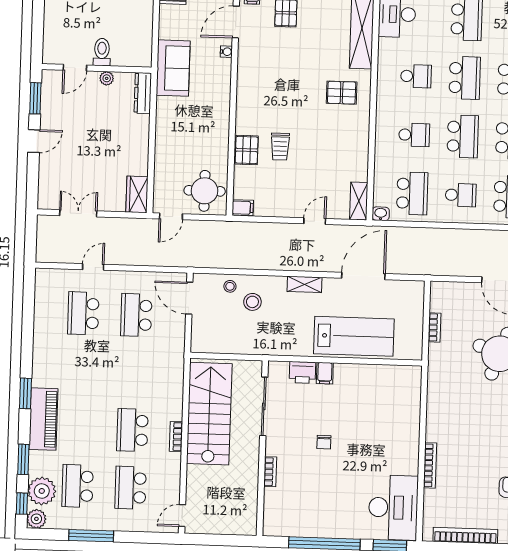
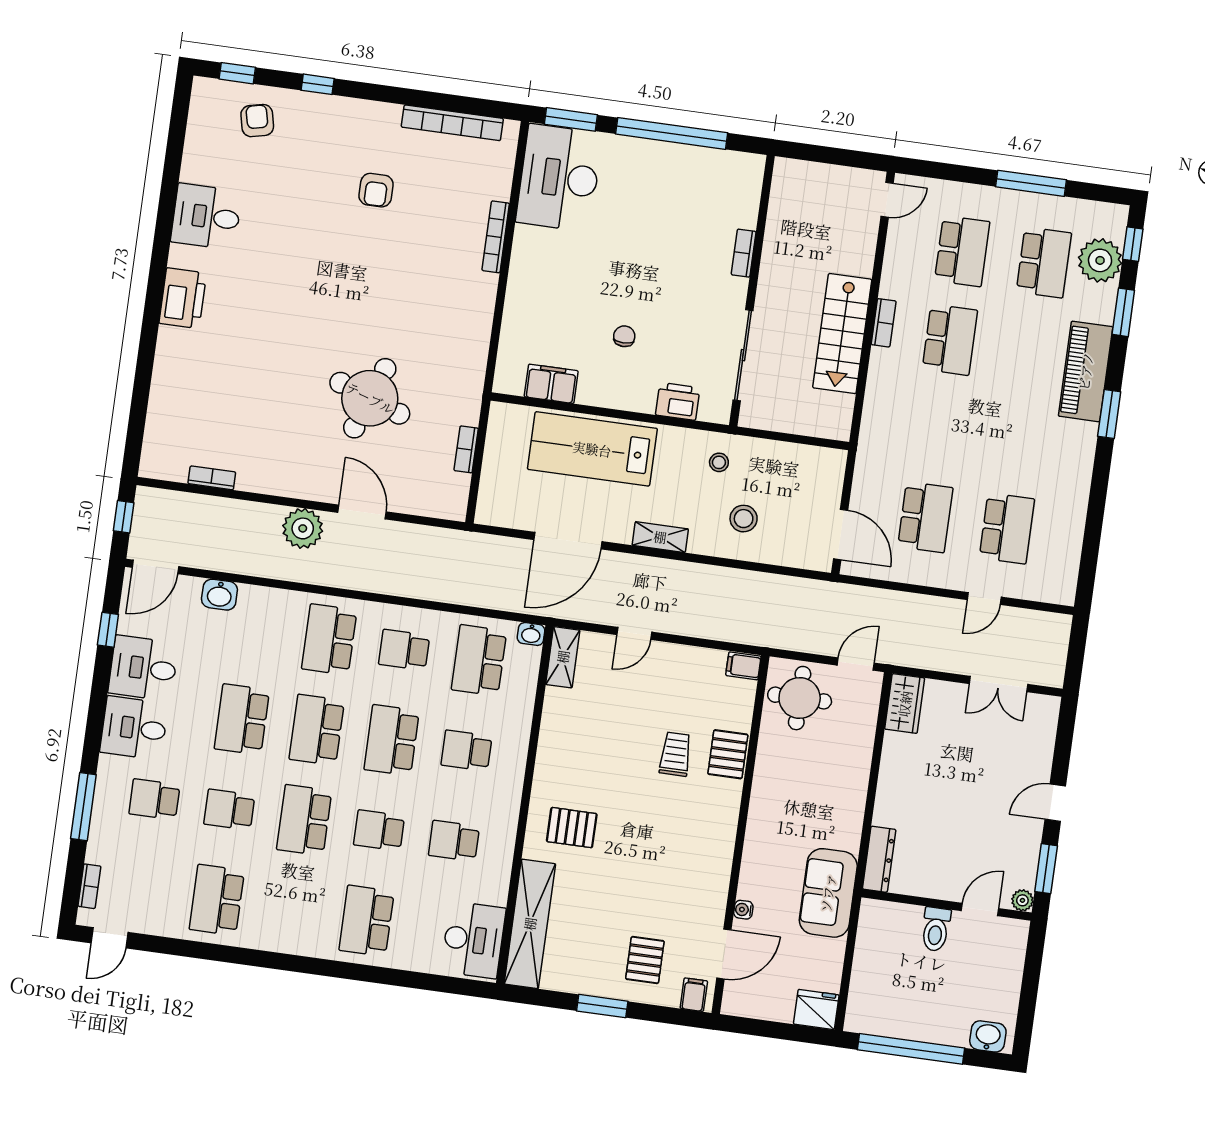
plant: (107, 78) -> (1022, 900), moved
school desk: (465, 78) -> (379, 830), width x0.54
stool: (230, 286) -> (719, 462), moved
filing cabinet: (325, 373) -> (551, 384), moved, width x2.00
stairs: (209, 414) -> (842, 334), width x0.73, depth x0.66
chair: (324, 442) -> (624, 336), moved
plant: (36, 519) -> (1113, 218), removed

